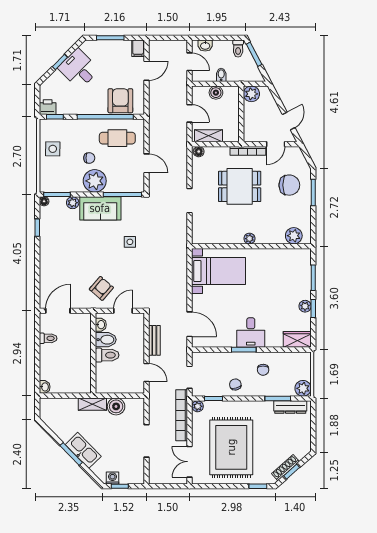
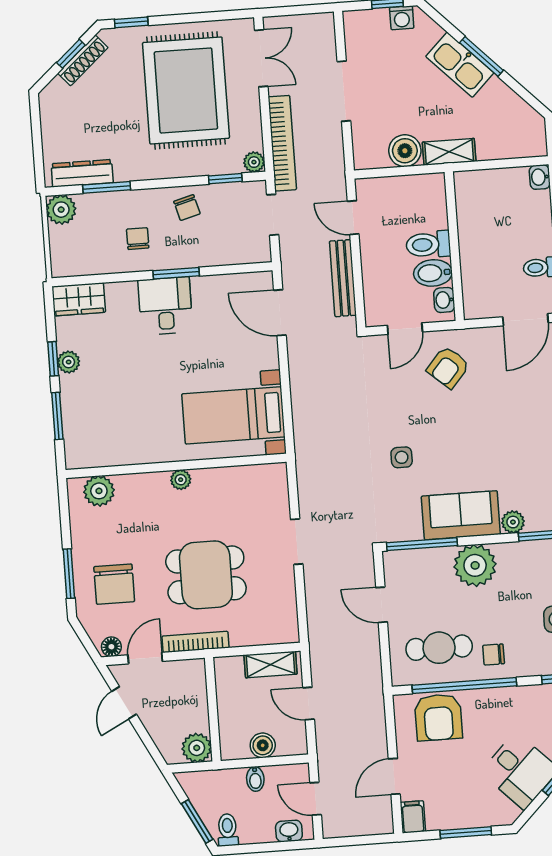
floor lamp: (199, 152) -> (111, 647), moved
chair: (89, 158) -> (494, 655), moved
chair: (289, 185) -> (114, 584), turned -90
bench: (154, 340) -> (343, 278), width x1.36

